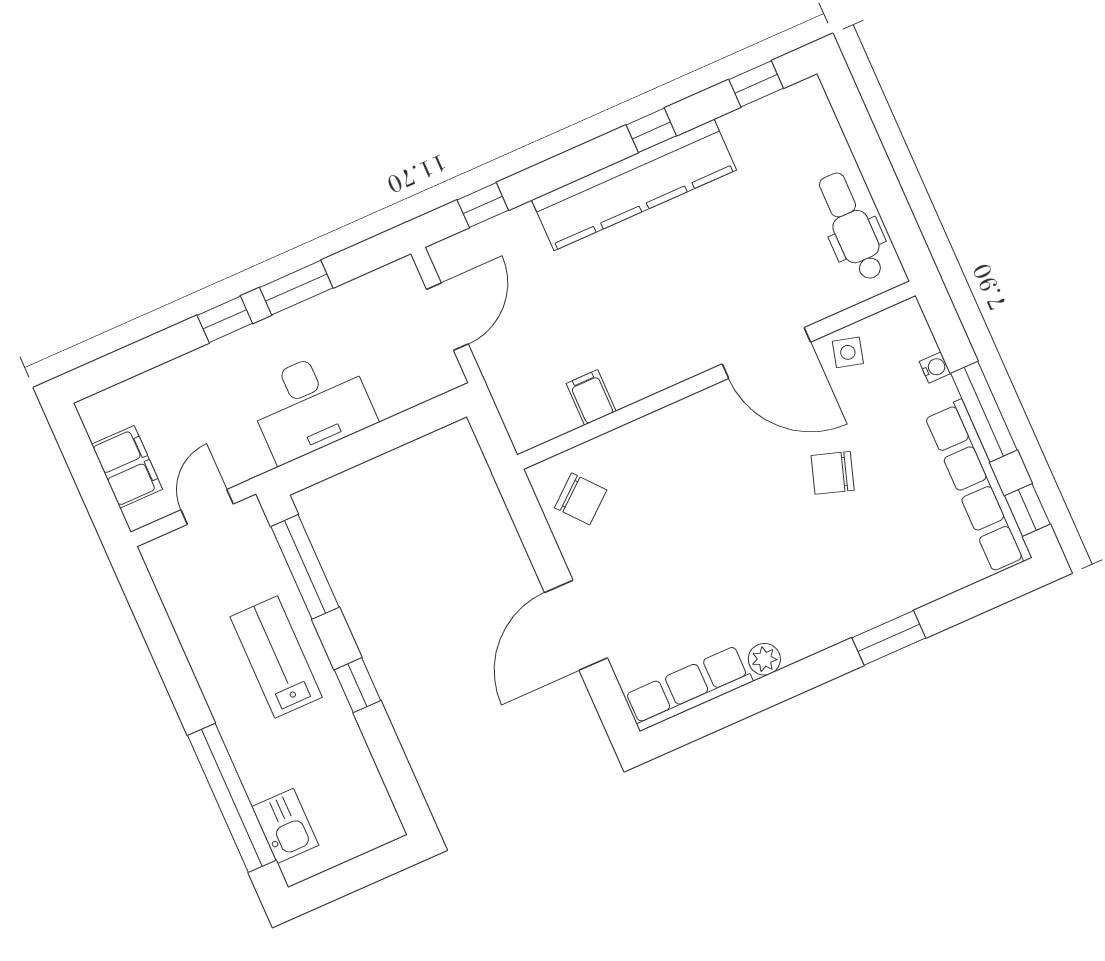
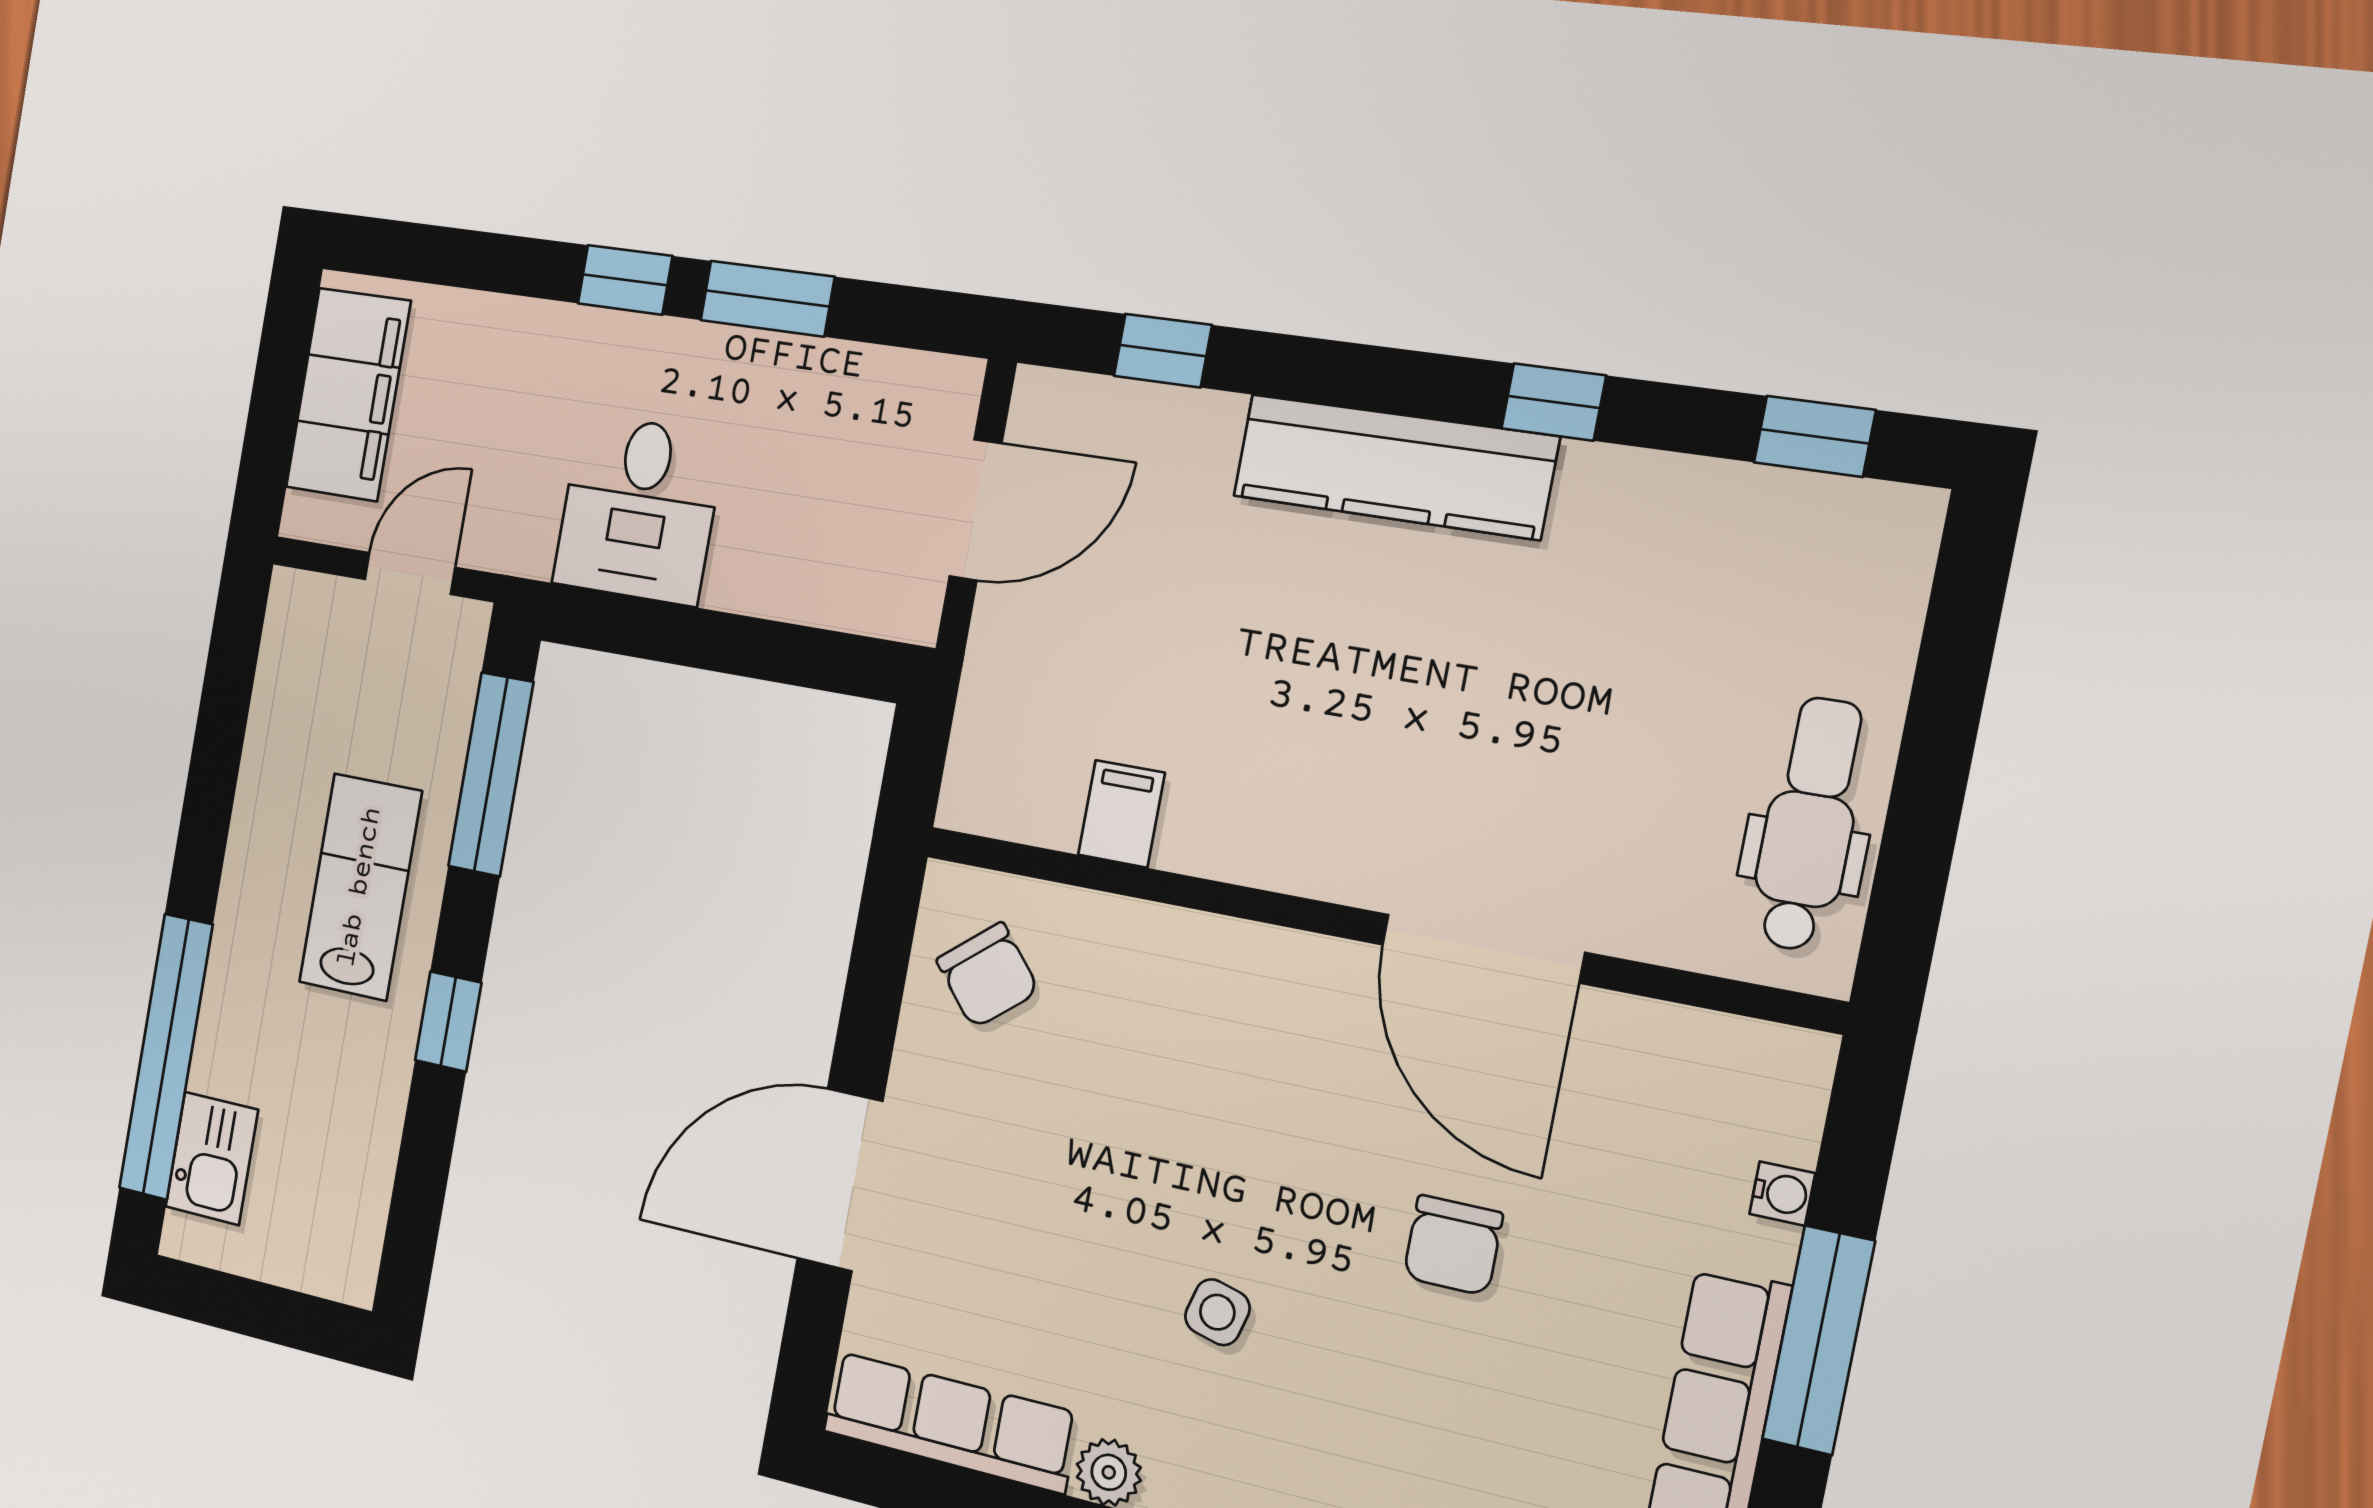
kitchen counter: (634, 185) -> (1394, 466), width x0.72, depth x0.86
side table: (848, 352) -> (1217, 1312), moved
desk: (311, 405) -> (639, 509), width x0.73
filing cabinet: (127, 467) -> (348, 394), width x1.50, depth x1.17
chair: (833, 473) -> (1453, 1245), turned -108

